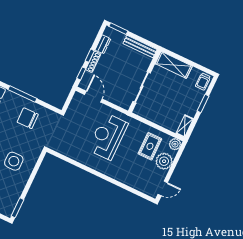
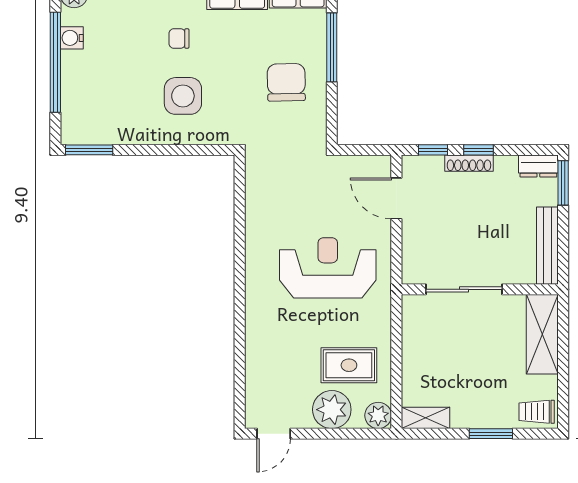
dresser: (103, 44) -> (538, 166), moved
door: (93, 97) -> (396, 198), swing flipped
door: (163, 188) -> (274, 434), hinge flipped

